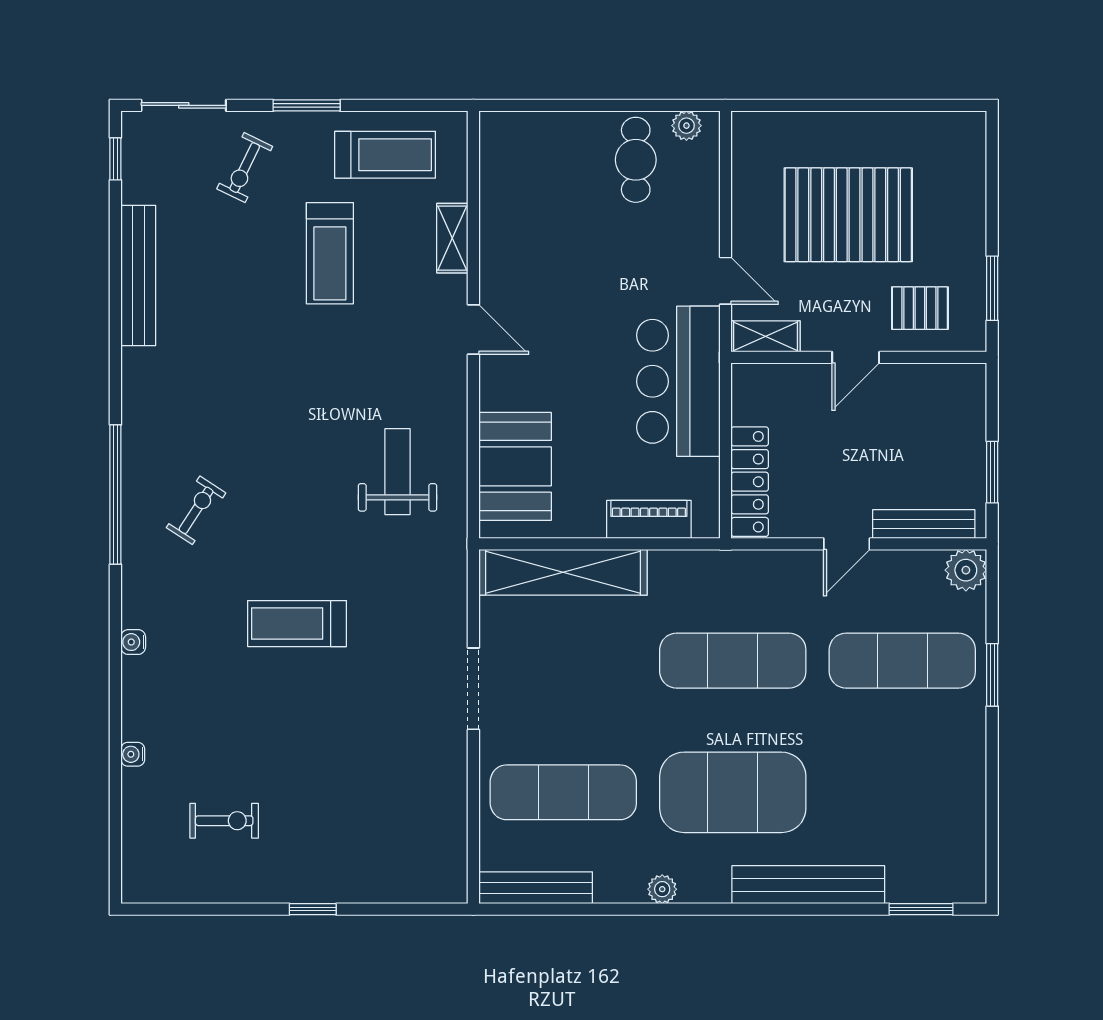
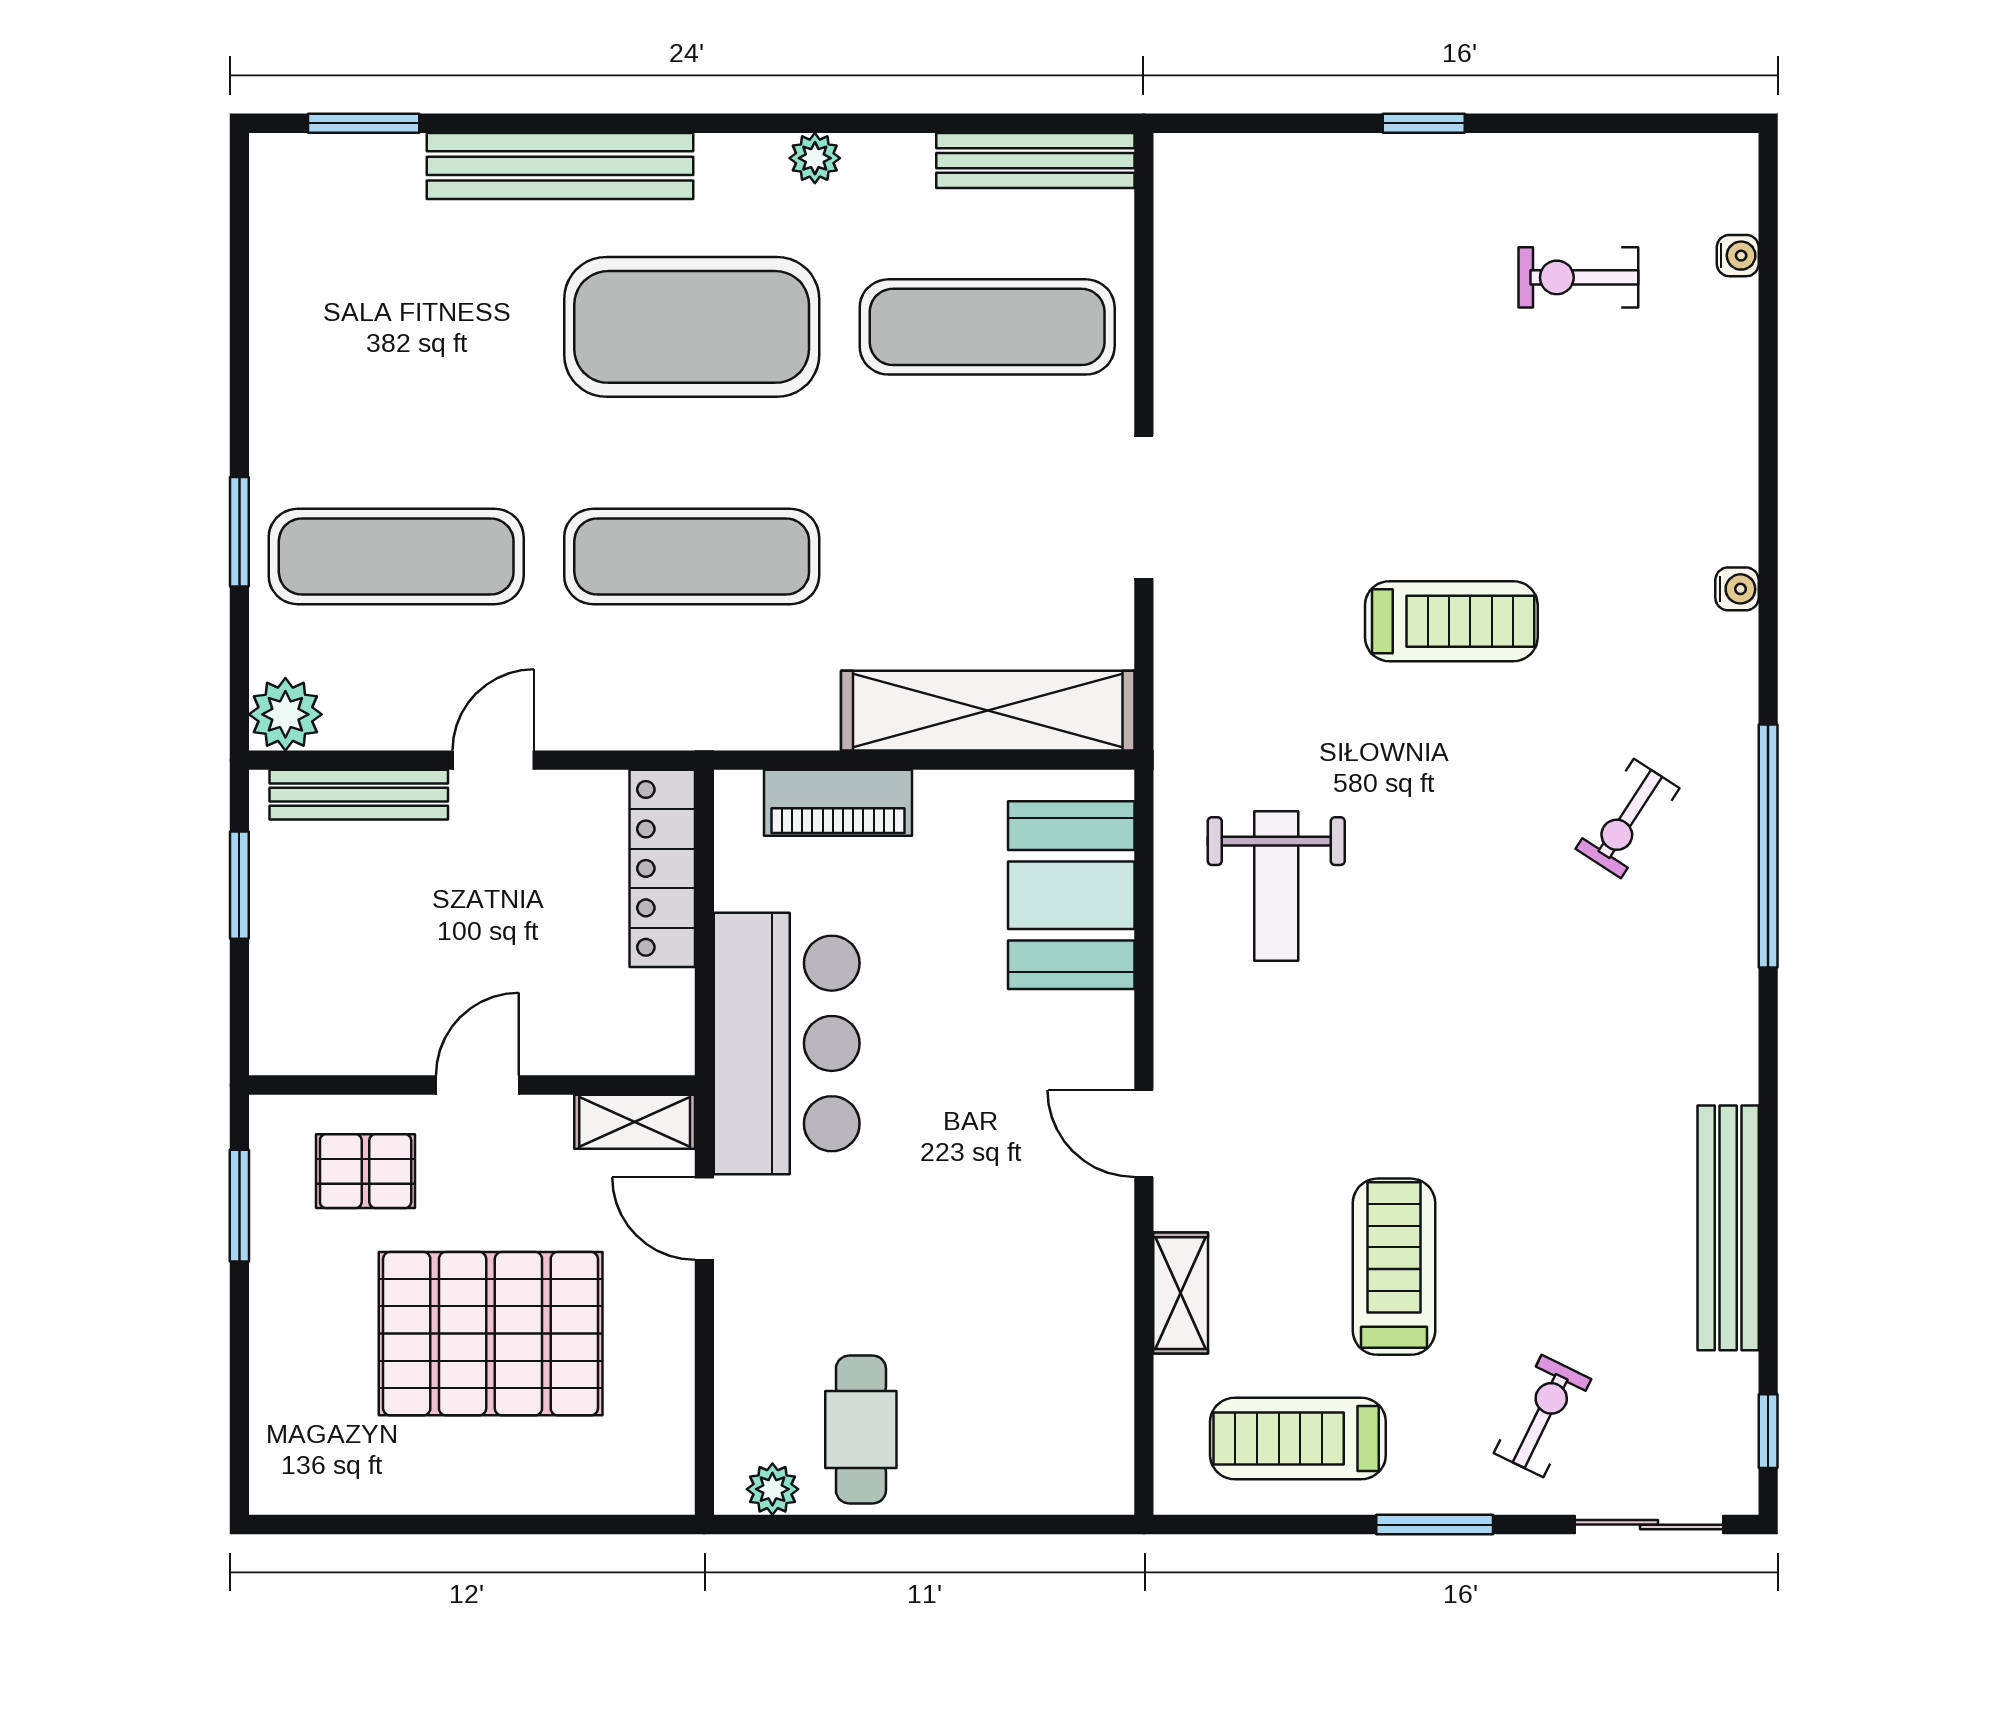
water cooler: (133, 754) -> (1738, 256), moved

